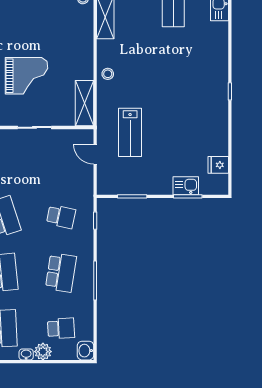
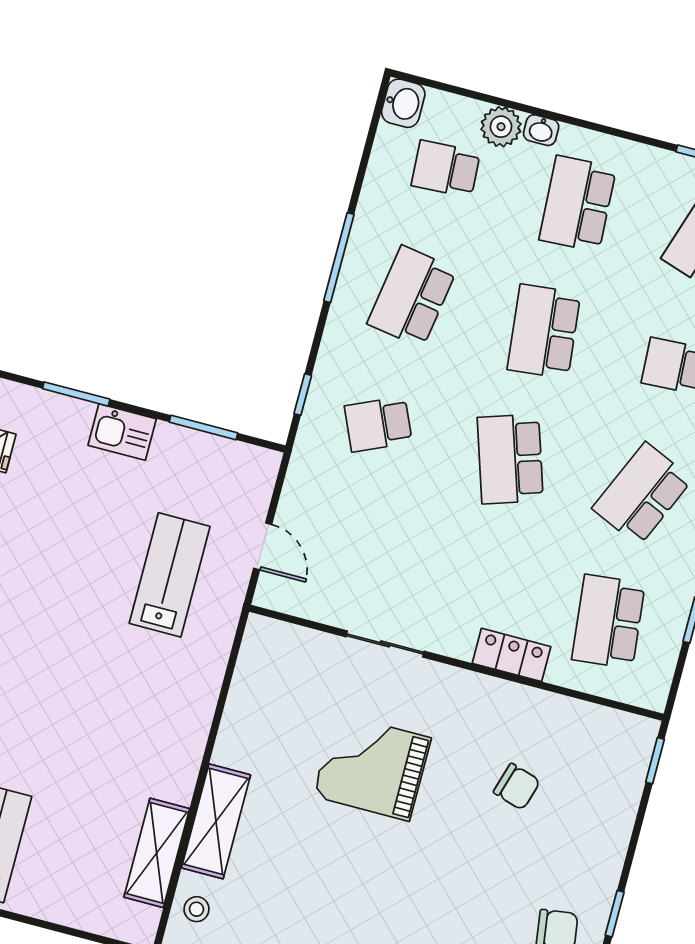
stool: (108, 74) -> (185, 722), removed
shelving: (84, 103) -> (216, 821), moved
kitchen sink: (186, 186) -> (122, 432), moved
school desk: (61, 217) -> (378, 424), turned -36

